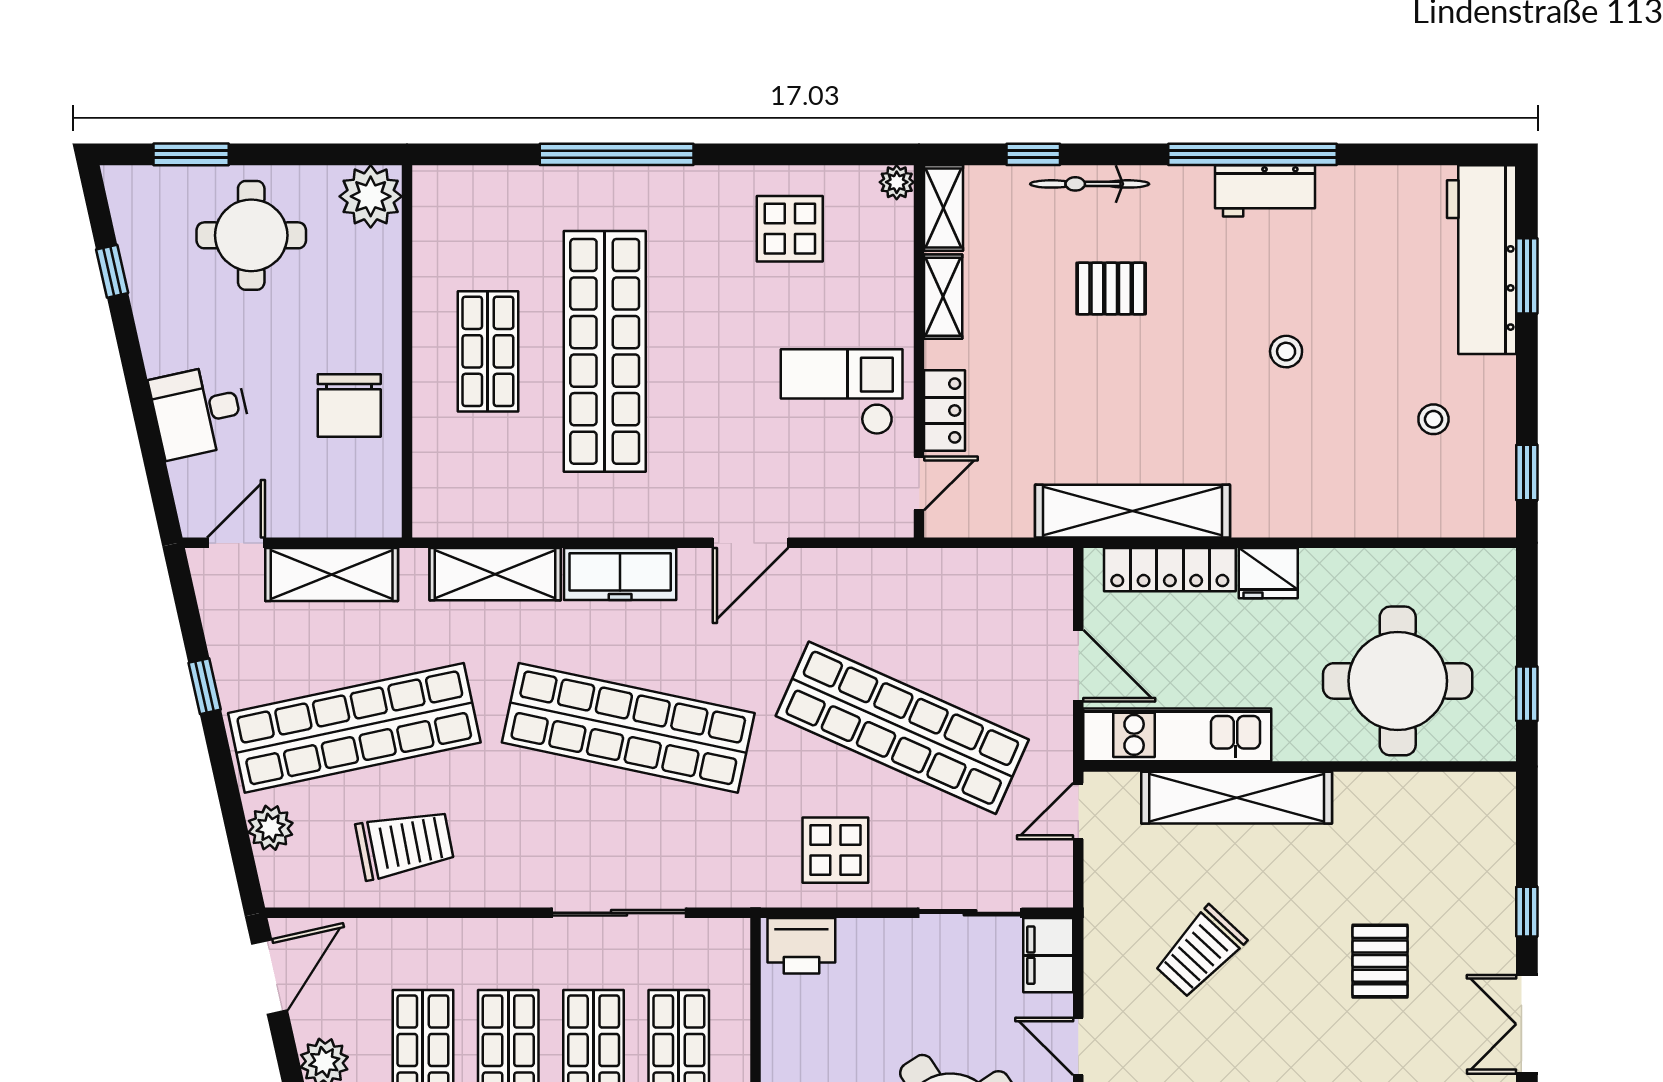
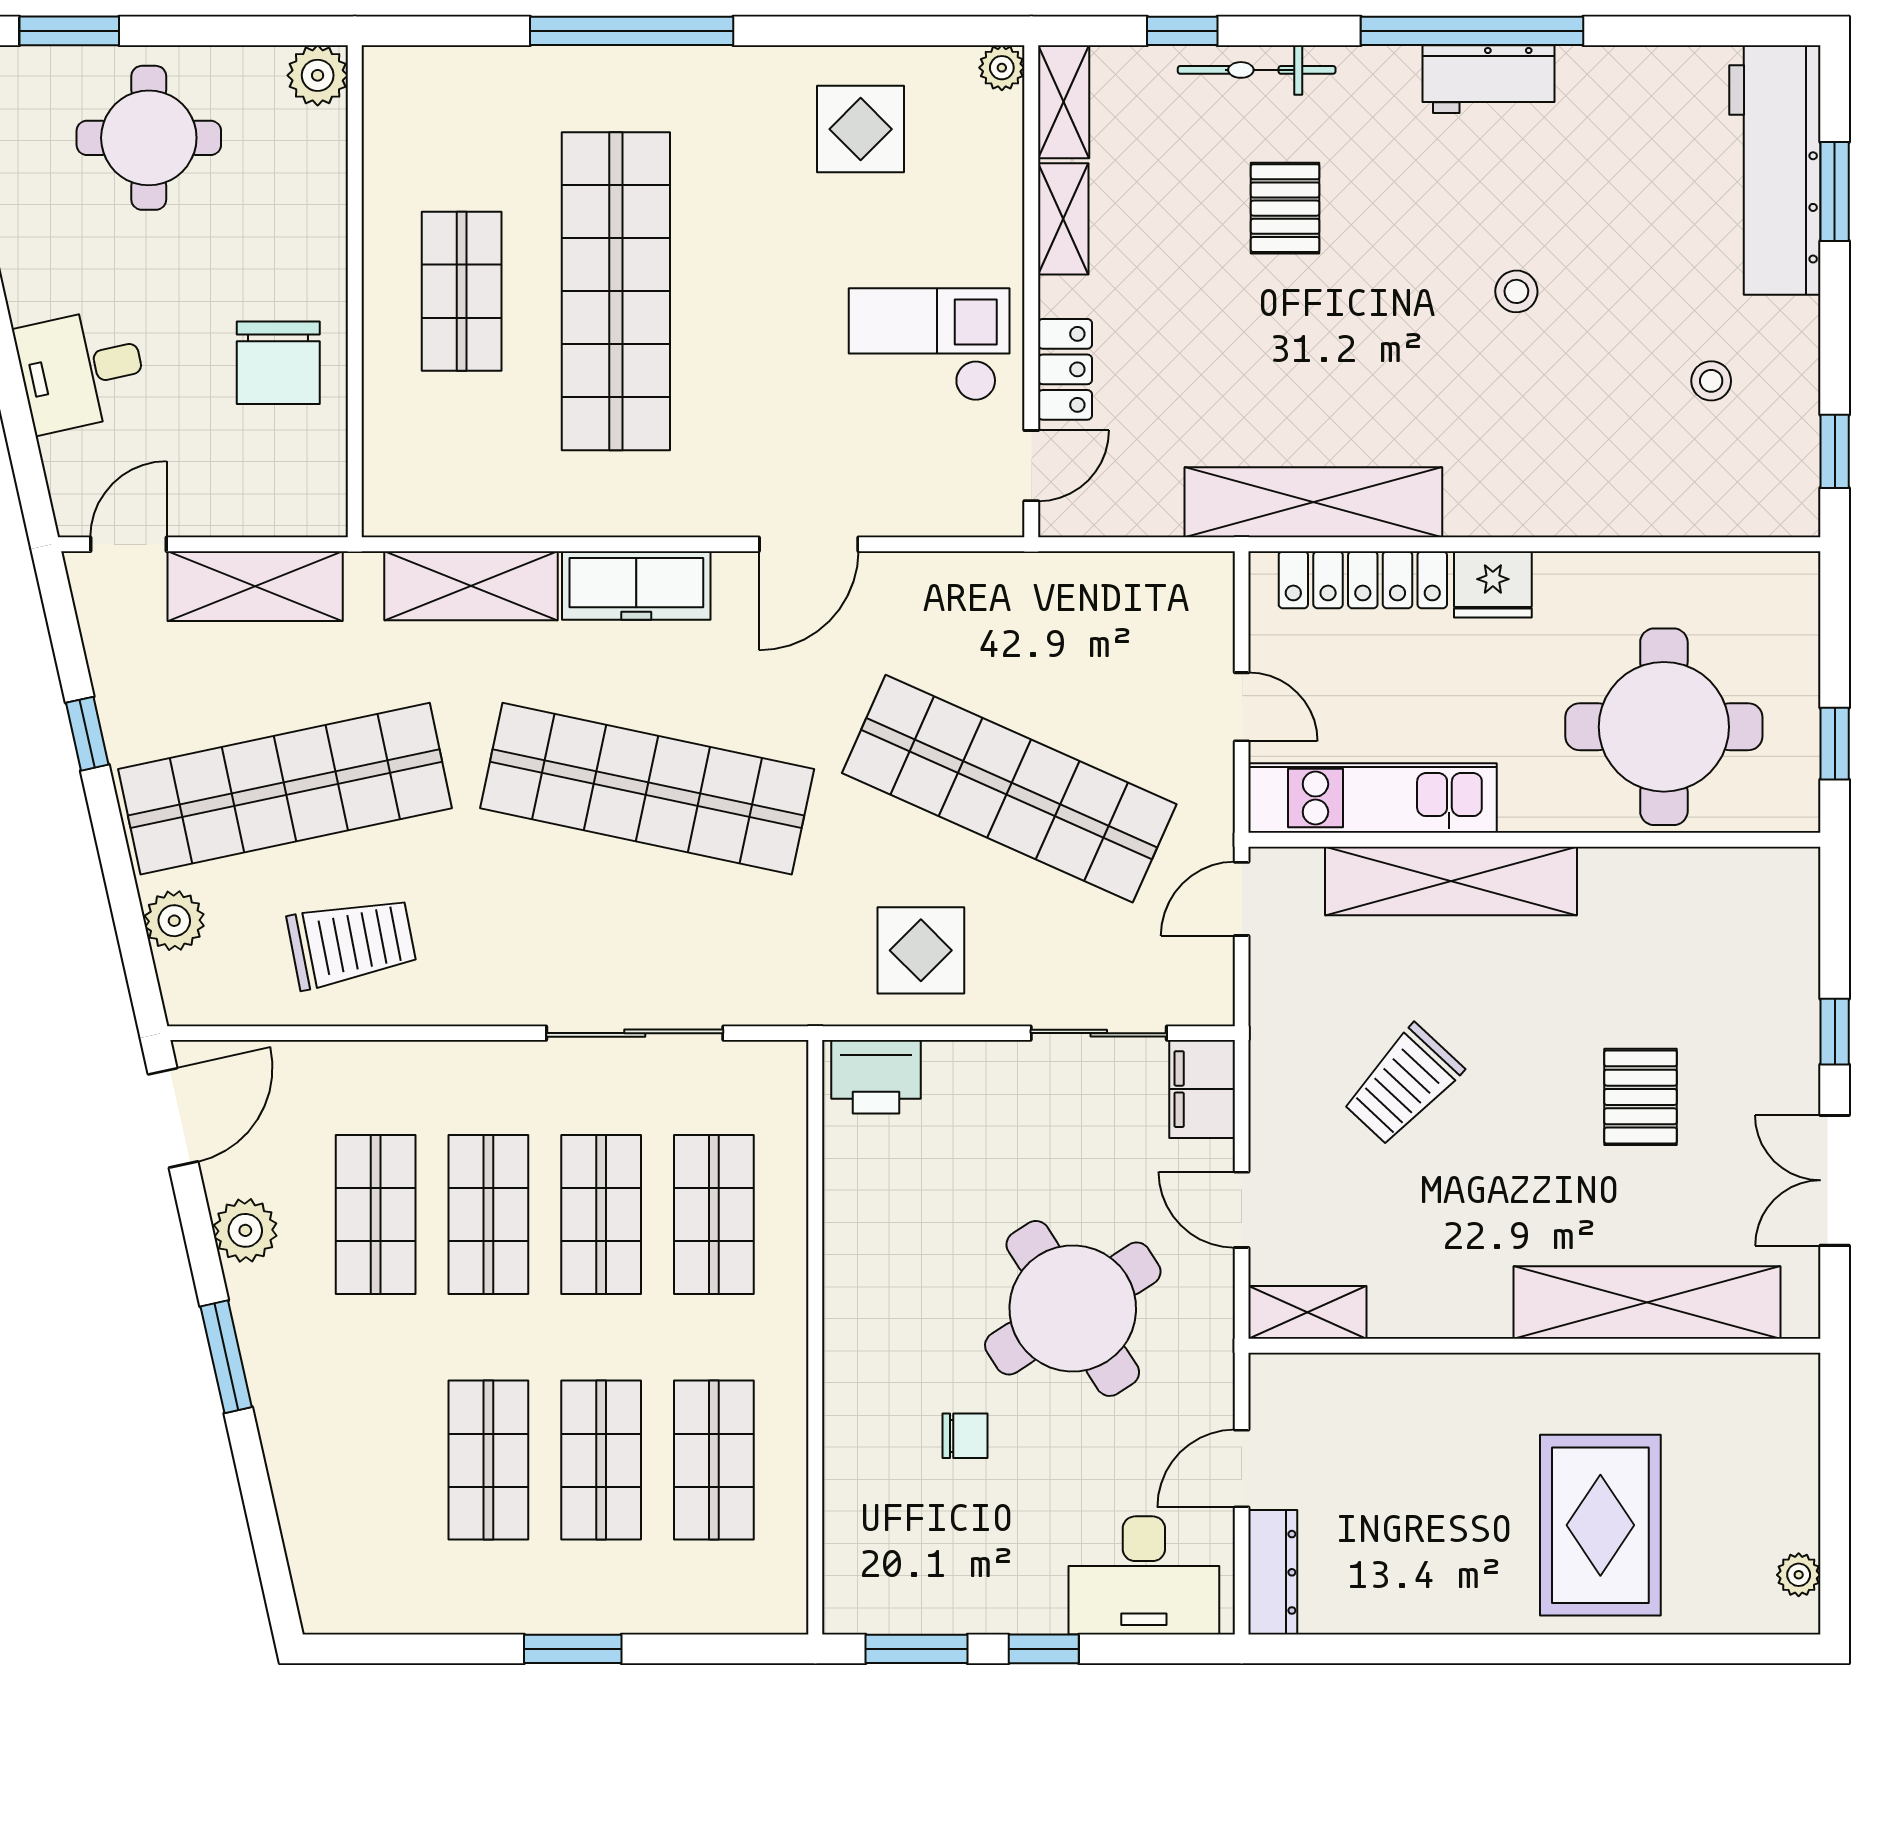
plant: (371, 196) -> (318, 75), width x0.73, depth x0.73
pallet: (1111, 289) -> (1285, 208), turned 90
door: (1078, 666) -> (1242, 707), width x0.73

